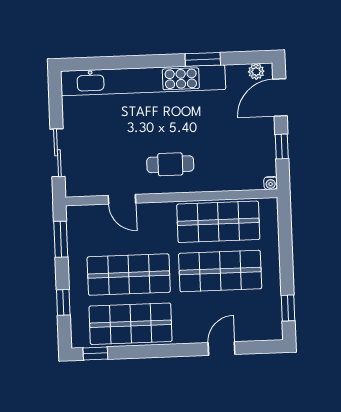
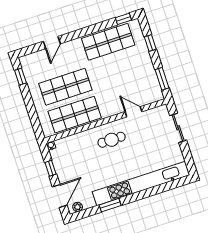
shop shelf: (129, 275) -> (117, 70), removed

